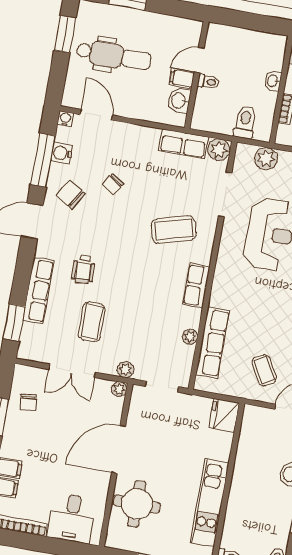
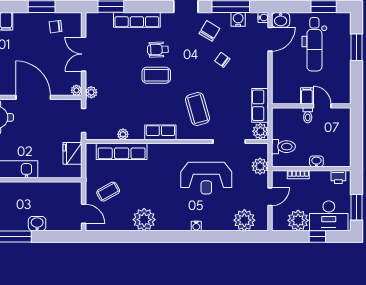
washbasin: (179, 101) -> (281, 20), moved, turned 180
coffee table: (92, 322) -> (156, 75), moved
fridge: (224, 415) -> (72, 153), moved, turned -90

